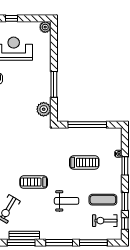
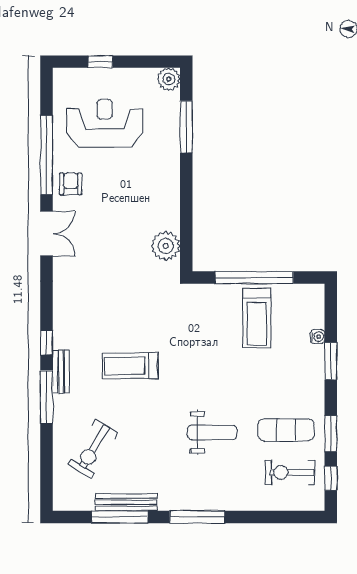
window: (54, 84) -> (186, 127), moved
treadmill: (84, 162) -> (257, 318), moved, turned 90
treadmill: (34, 182) -> (130, 366), moved
window: (93, 243) -> (267, 517), removed

